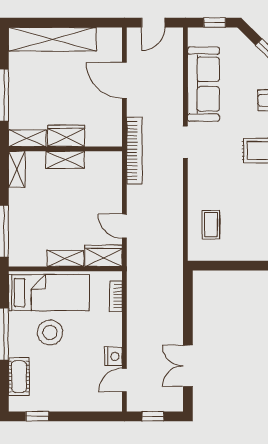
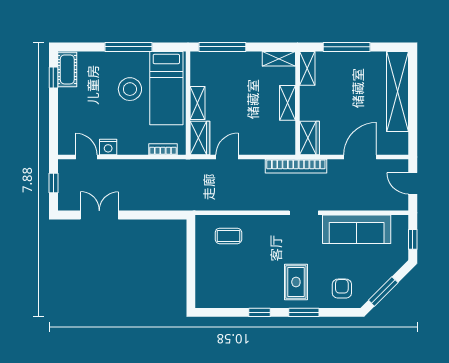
wardrobe: (66, 136) -> (309, 138), moved
cot: (19, 377) -> (67, 69), moved, turned 90

